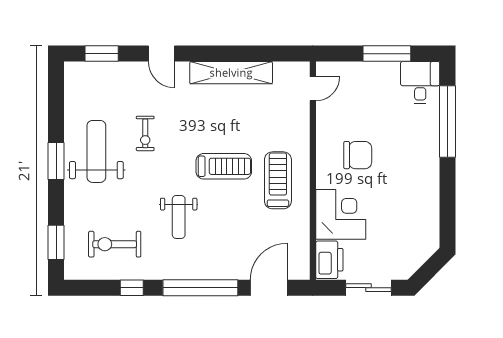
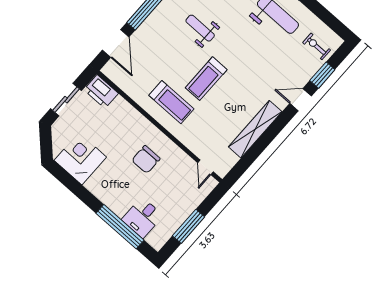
window: (102, 54) -> (322, 75), moved
desk: (420, 82) -> (142, 217), moved, turned 90
exercise bike: (145, 133) -> (317, 46), moved
corner desk: (341, 214) -> (80, 159), moved, turned 180

